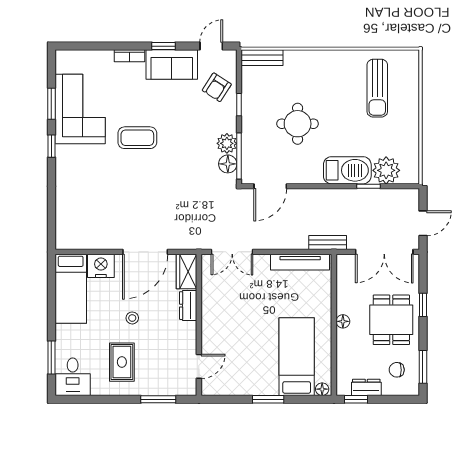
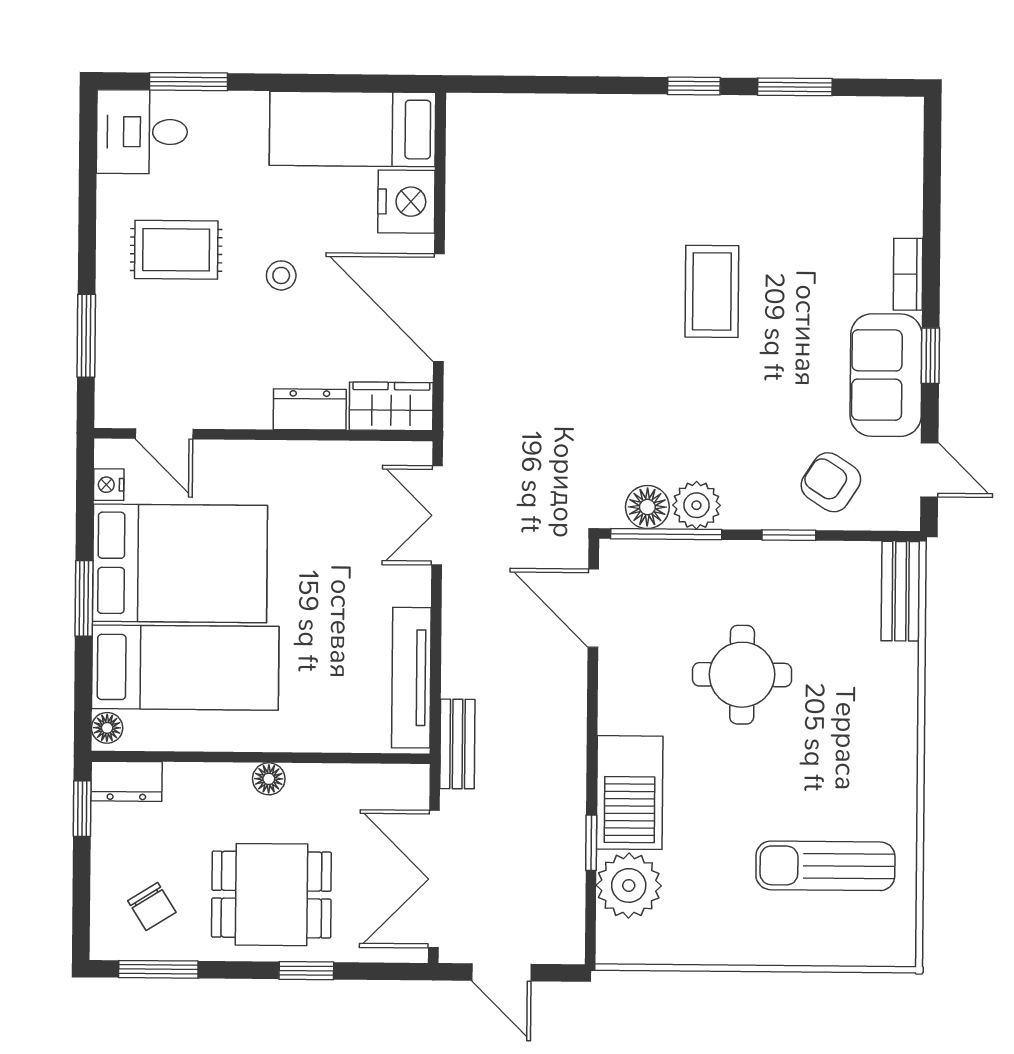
corner sofa: (80, 109) -> (782, 155), removed
bed: (253, 359) -> (180, 563), added
chair: (397, 370) -> (152, 907), turned 148
dresser: (366, 387) -> (126, 781), moved, turned 90
nightstand: (220, 389) -> (109, 485), added

